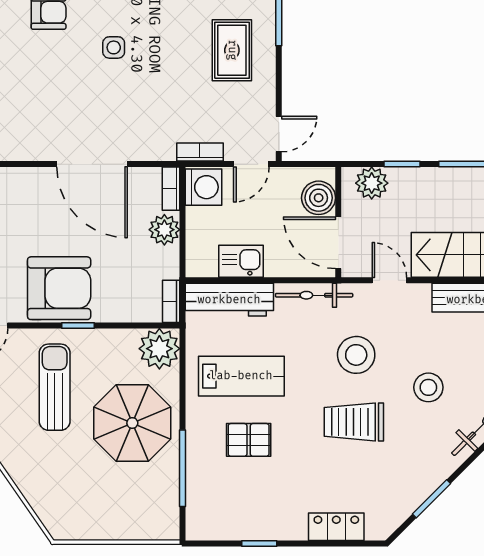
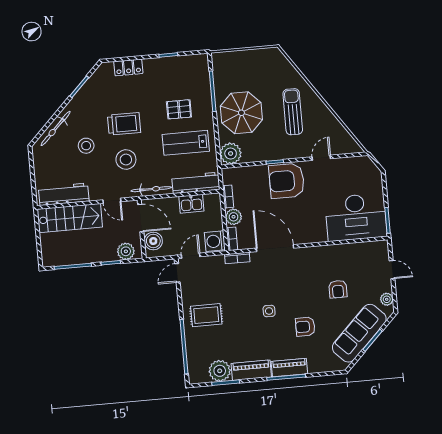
rug: (232, 50) -> (206, 315), turned 90
bookcase: (200, 152) -> (237, 258), moved
bookcase: (171, 301) -> (228, 197), moved
sun lounger: (55, 387) -> (293, 112), moved, turned 180

